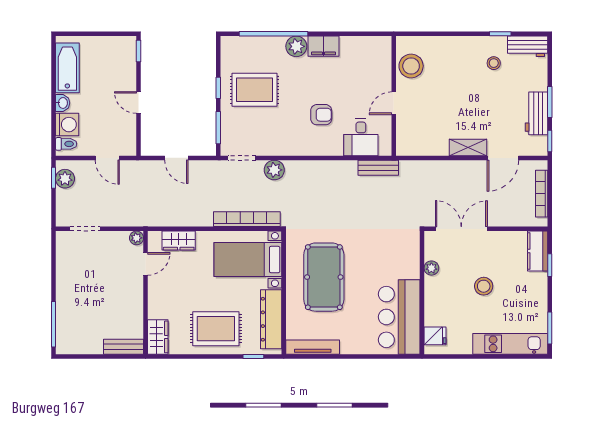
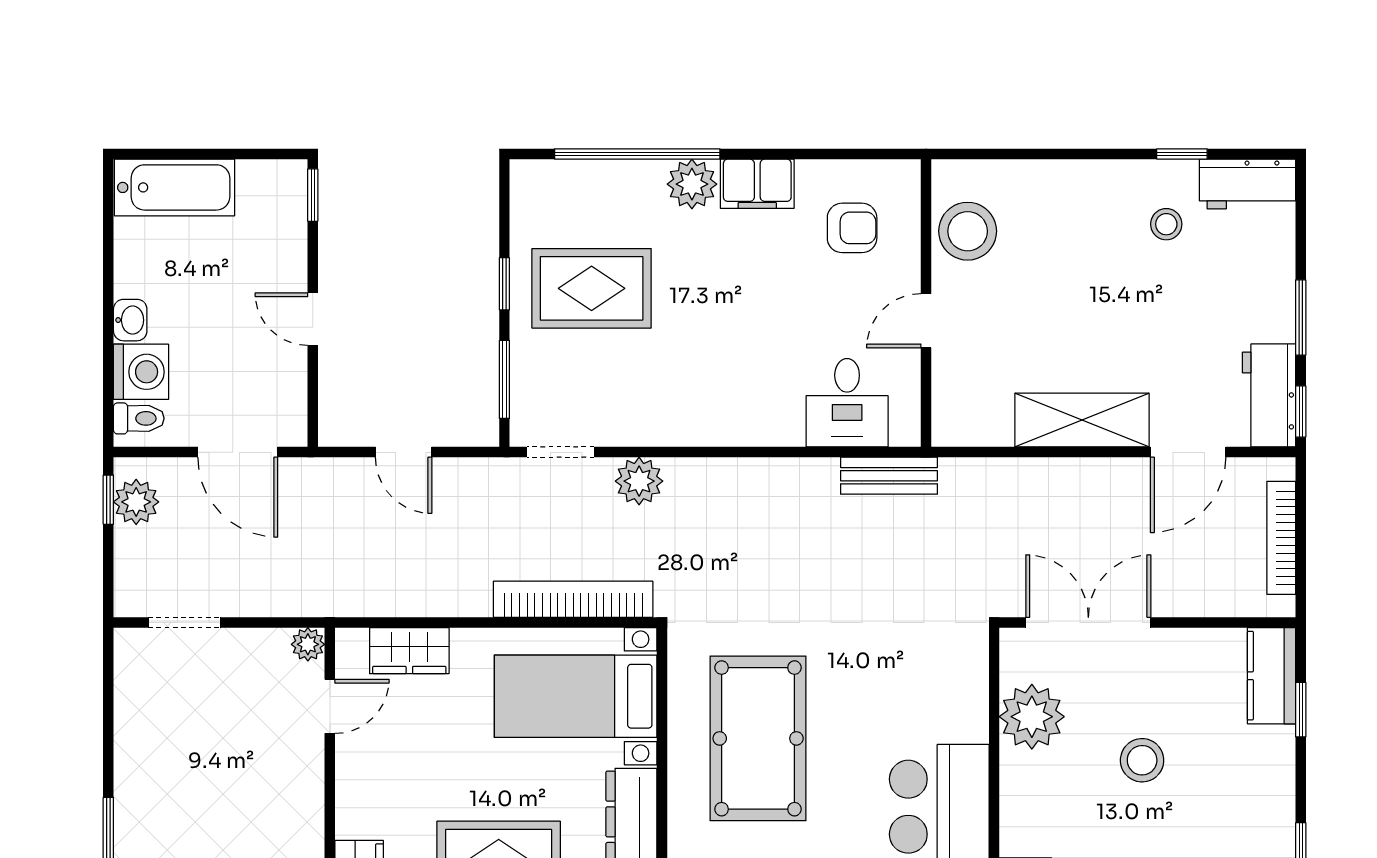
bathtub: (67, 68) -> (174, 187), moved, turned 90
workbench: (536, 113) -> (1269, 395), moved
armchair: (321, 115) -> (852, 228), moved
shelving: (468, 147) -> (1082, 420), width x1.50, depth x1.33
door: (107, 158) -> (238, 452), width x1.38
plant: (431, 268) -> (1032, 717), width x1.88, depth x1.88

